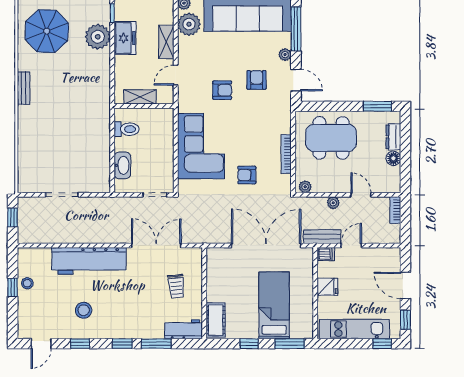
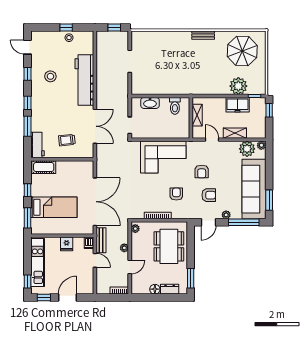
armchair: (247, 175) -> (176, 194), moved

